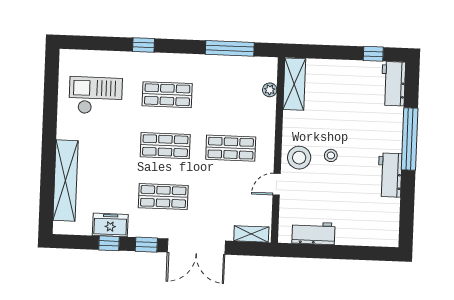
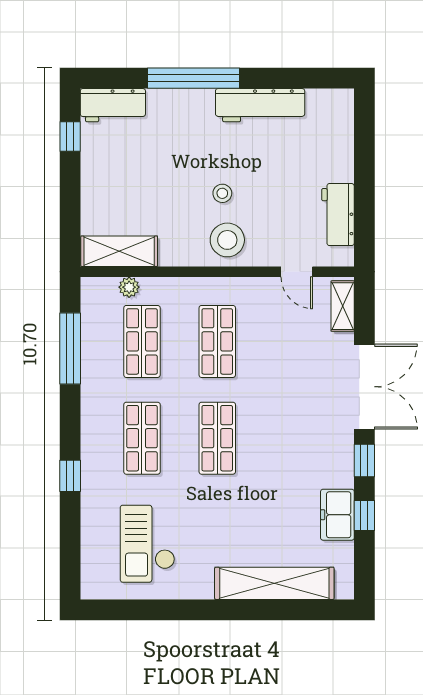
workbench: (390, 175) -> (260, 105), width x1.38
door: (277, 184) -> (297, 272), moved
shop shelf: (163, 197) -> (142, 341), moved

